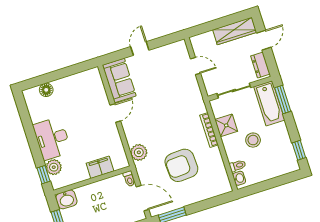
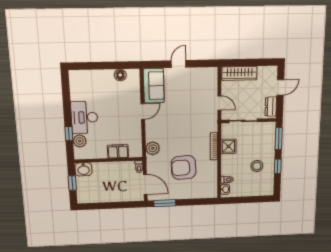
wardrobe: (235, 31) -> (239, 73), moved
door: (195, 66) -> (219, 103), moved
floor lamp: (46, 90) -> (120, 75), moved
bathtub: (269, 103) -> (267, 139), removed
stool: (253, 140) -> (257, 166), moved
window: (299, 150) -> (278, 166), moved
window: (43, 175) -> (69, 133), moved

